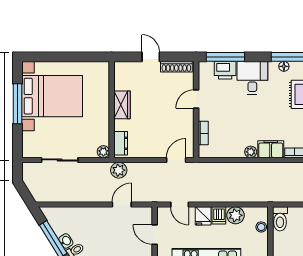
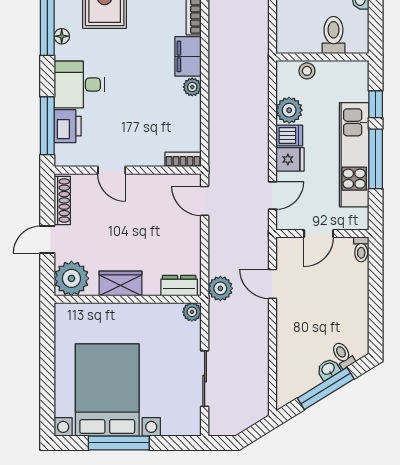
plant: (125, 73) -> (71, 278), added
bookcase: (203, 133) -> (183, 159), moved
toilet: (280, 219) -> (333, 35), moved, turned -90

